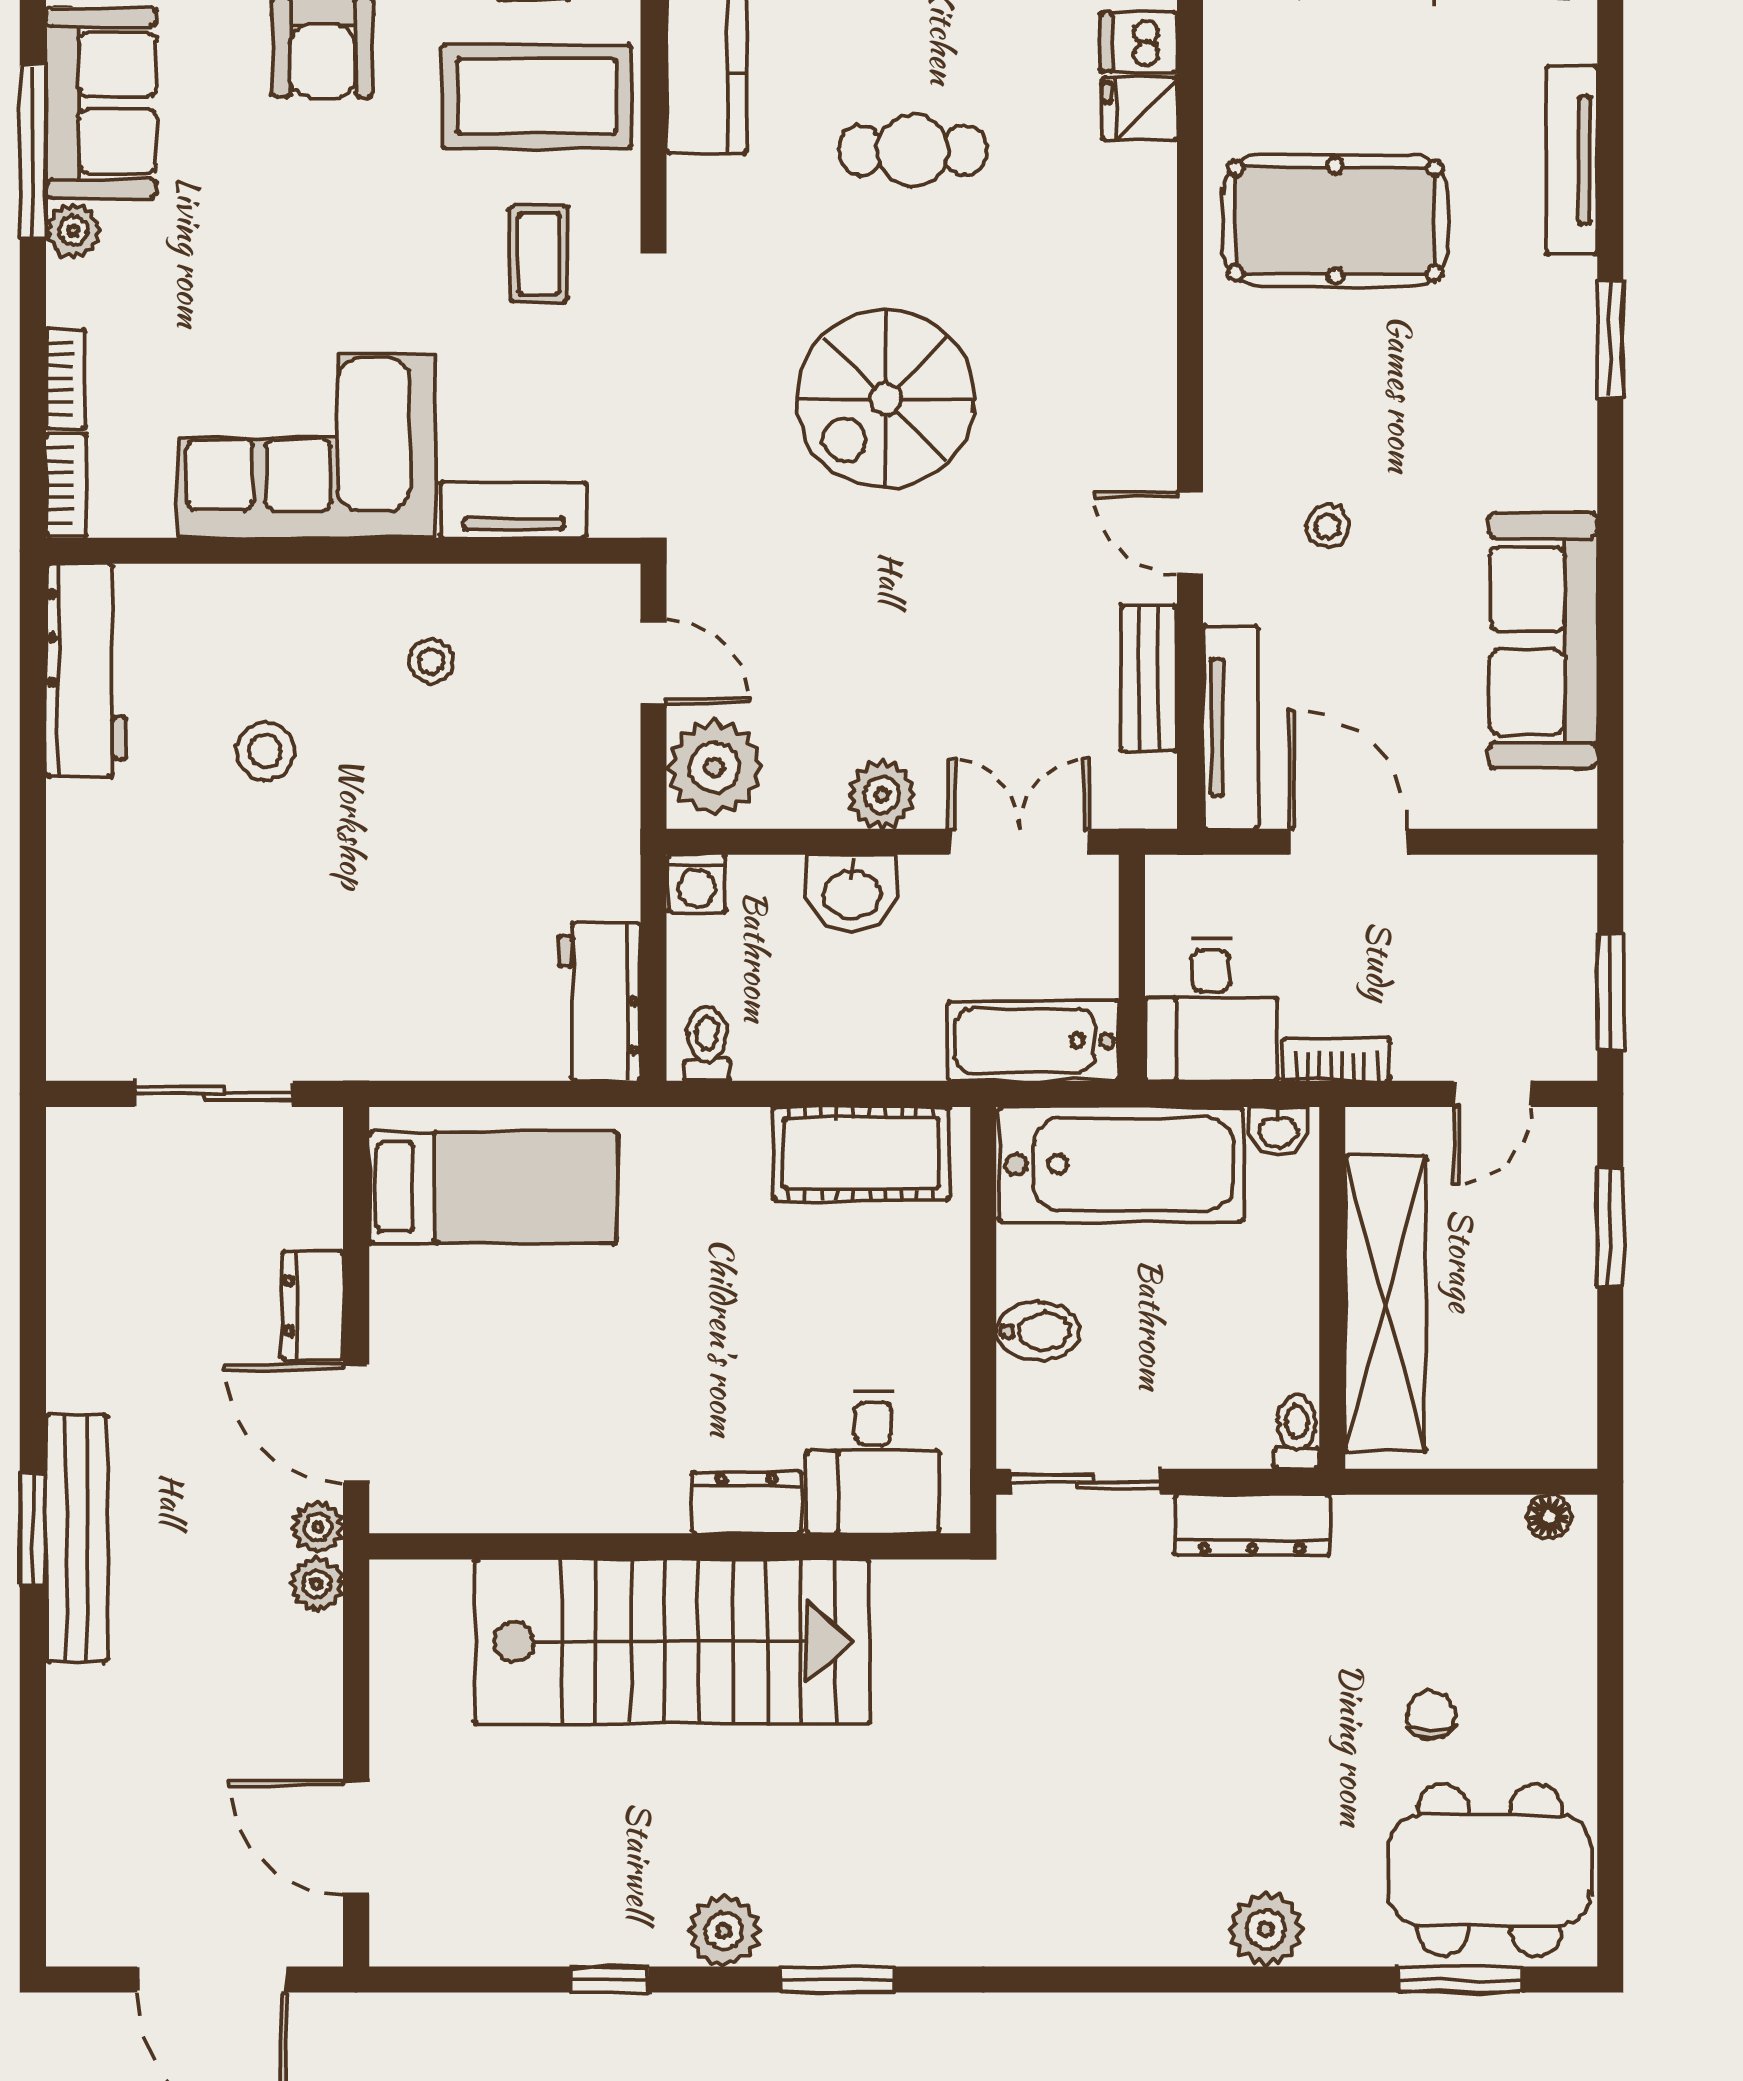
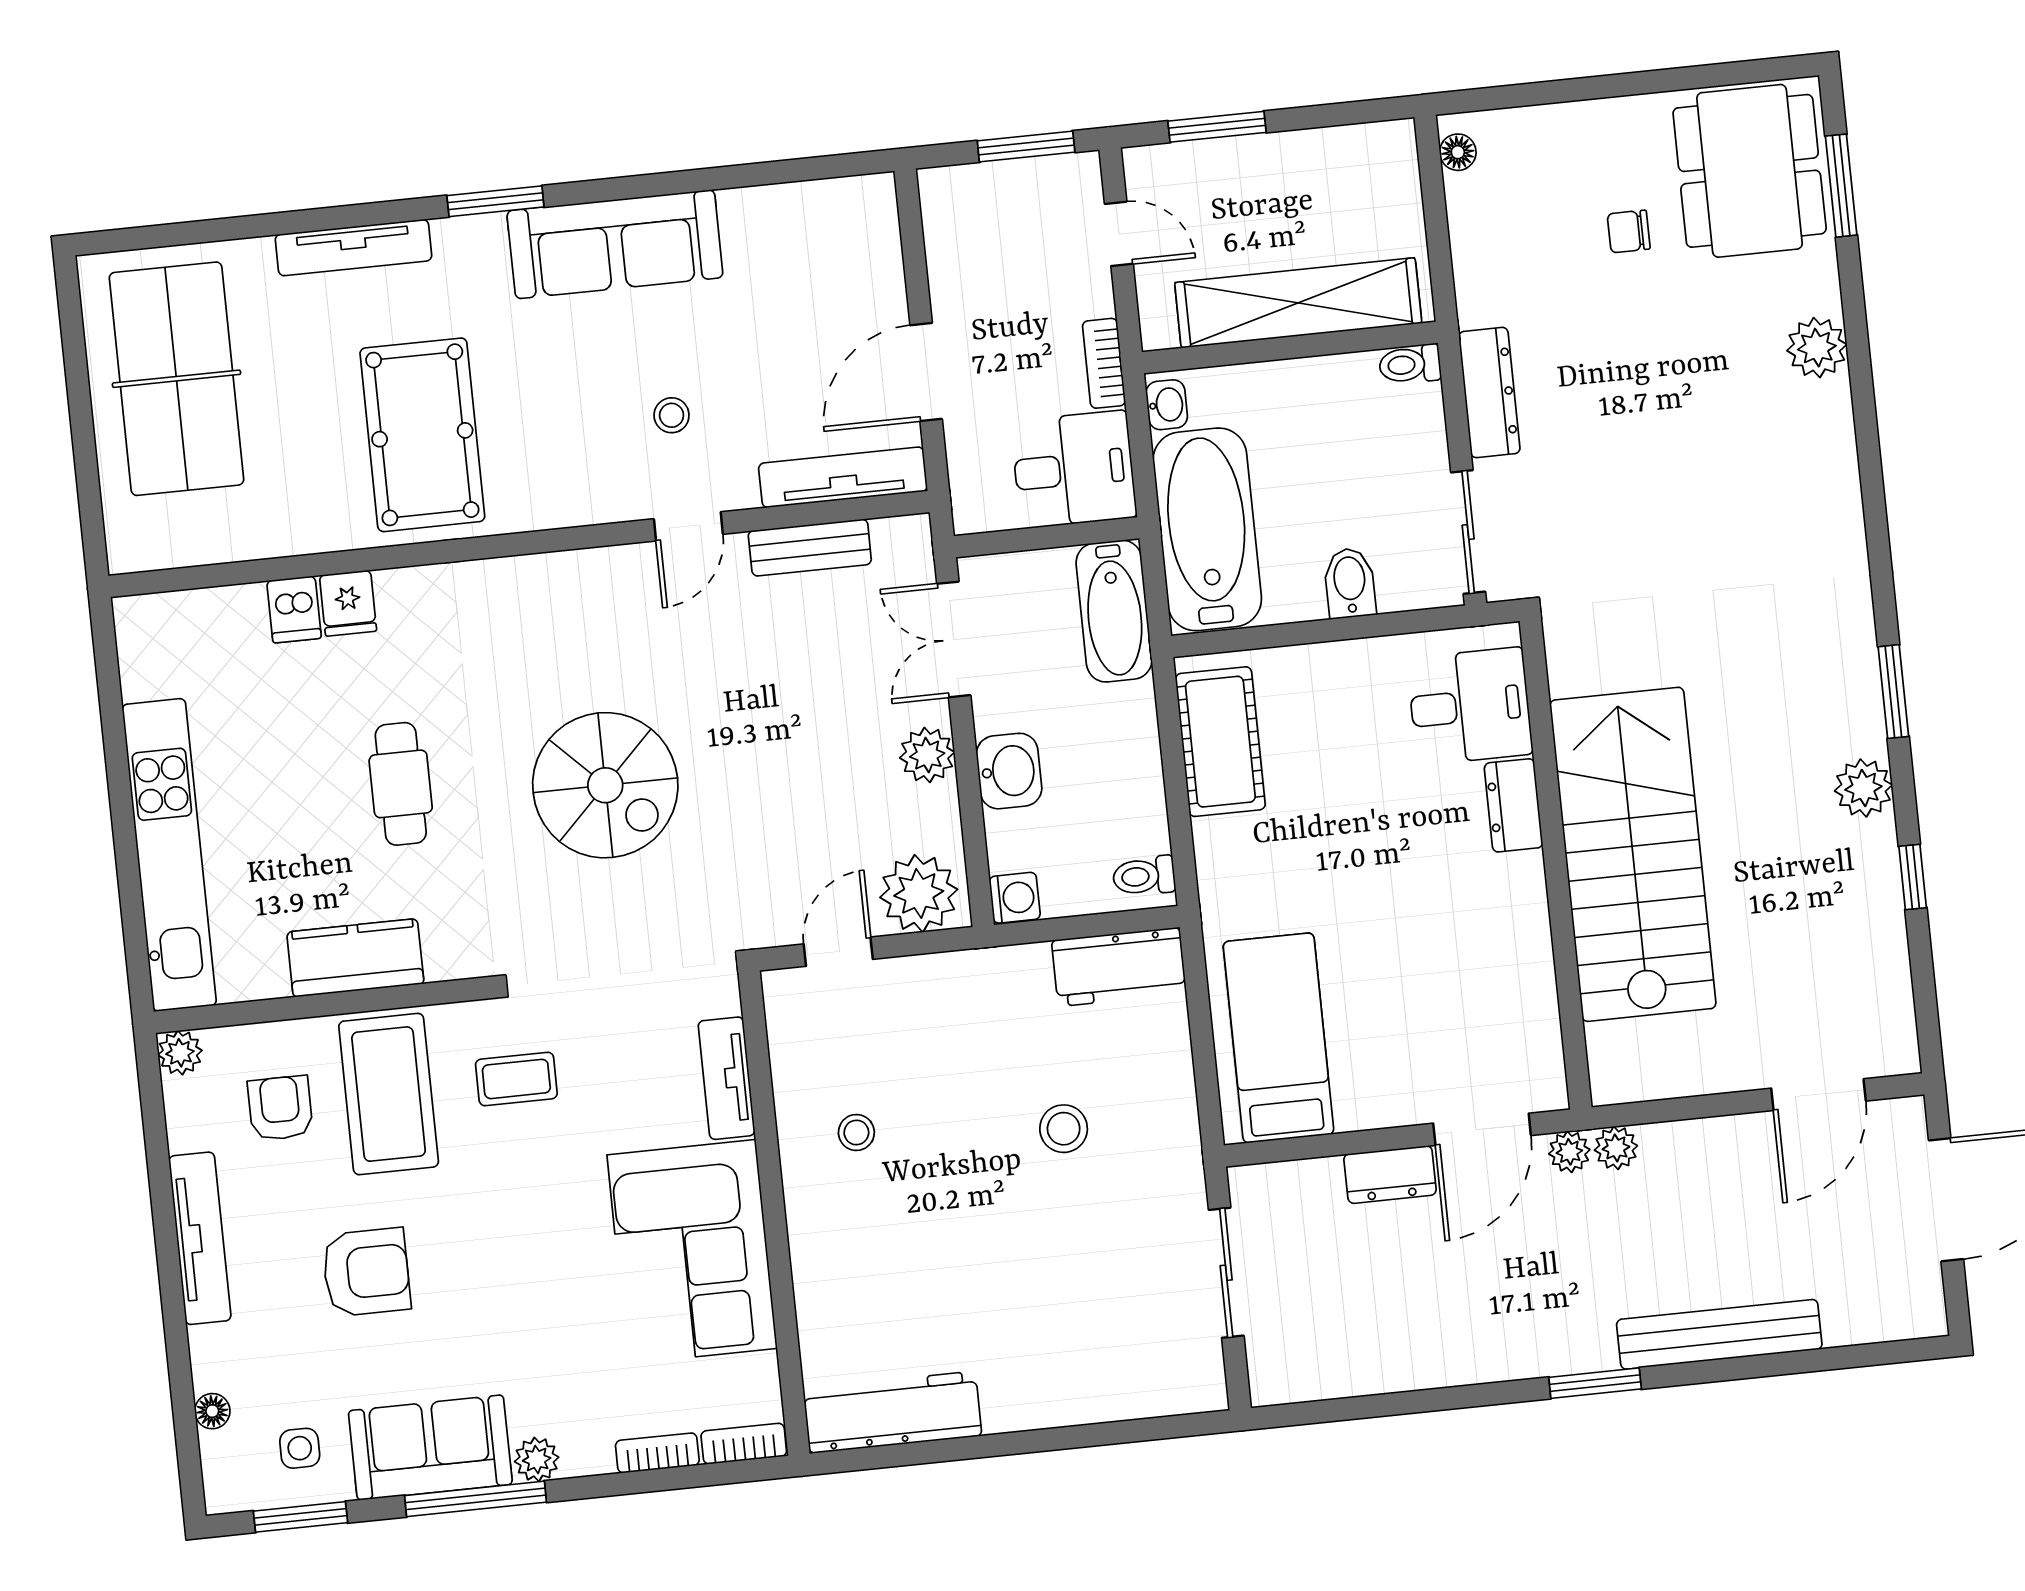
sofa: (1543, 640) -> (615, 244), moved
stool: (265, 751) -> (1064, 1129), moved
bench: (77, 1538) -> (1719, 1334), moved

